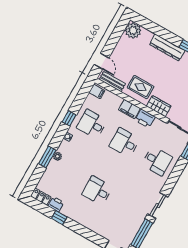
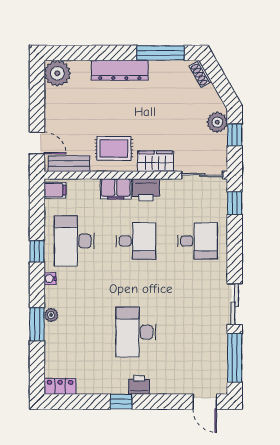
desk: (92, 124) -> (74, 241), width x1.37
desk: (124, 142) -> (136, 241), turned 180
desk: (97, 191) -> (136, 332), width x1.37
printer: (56, 204) -> (139, 385), moved
window: (59, 218) -> (121, 402), moved

